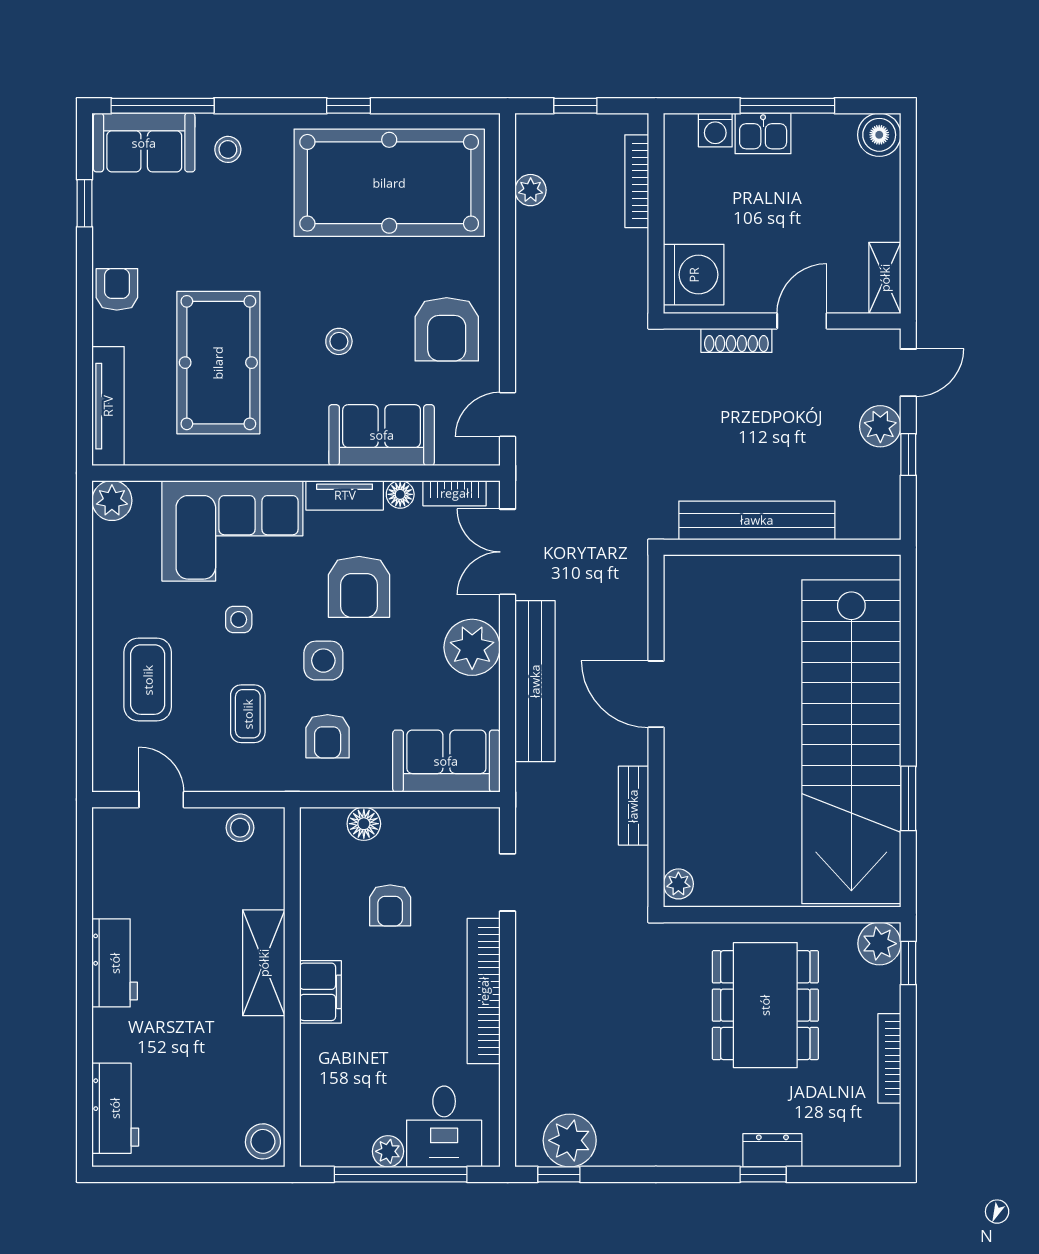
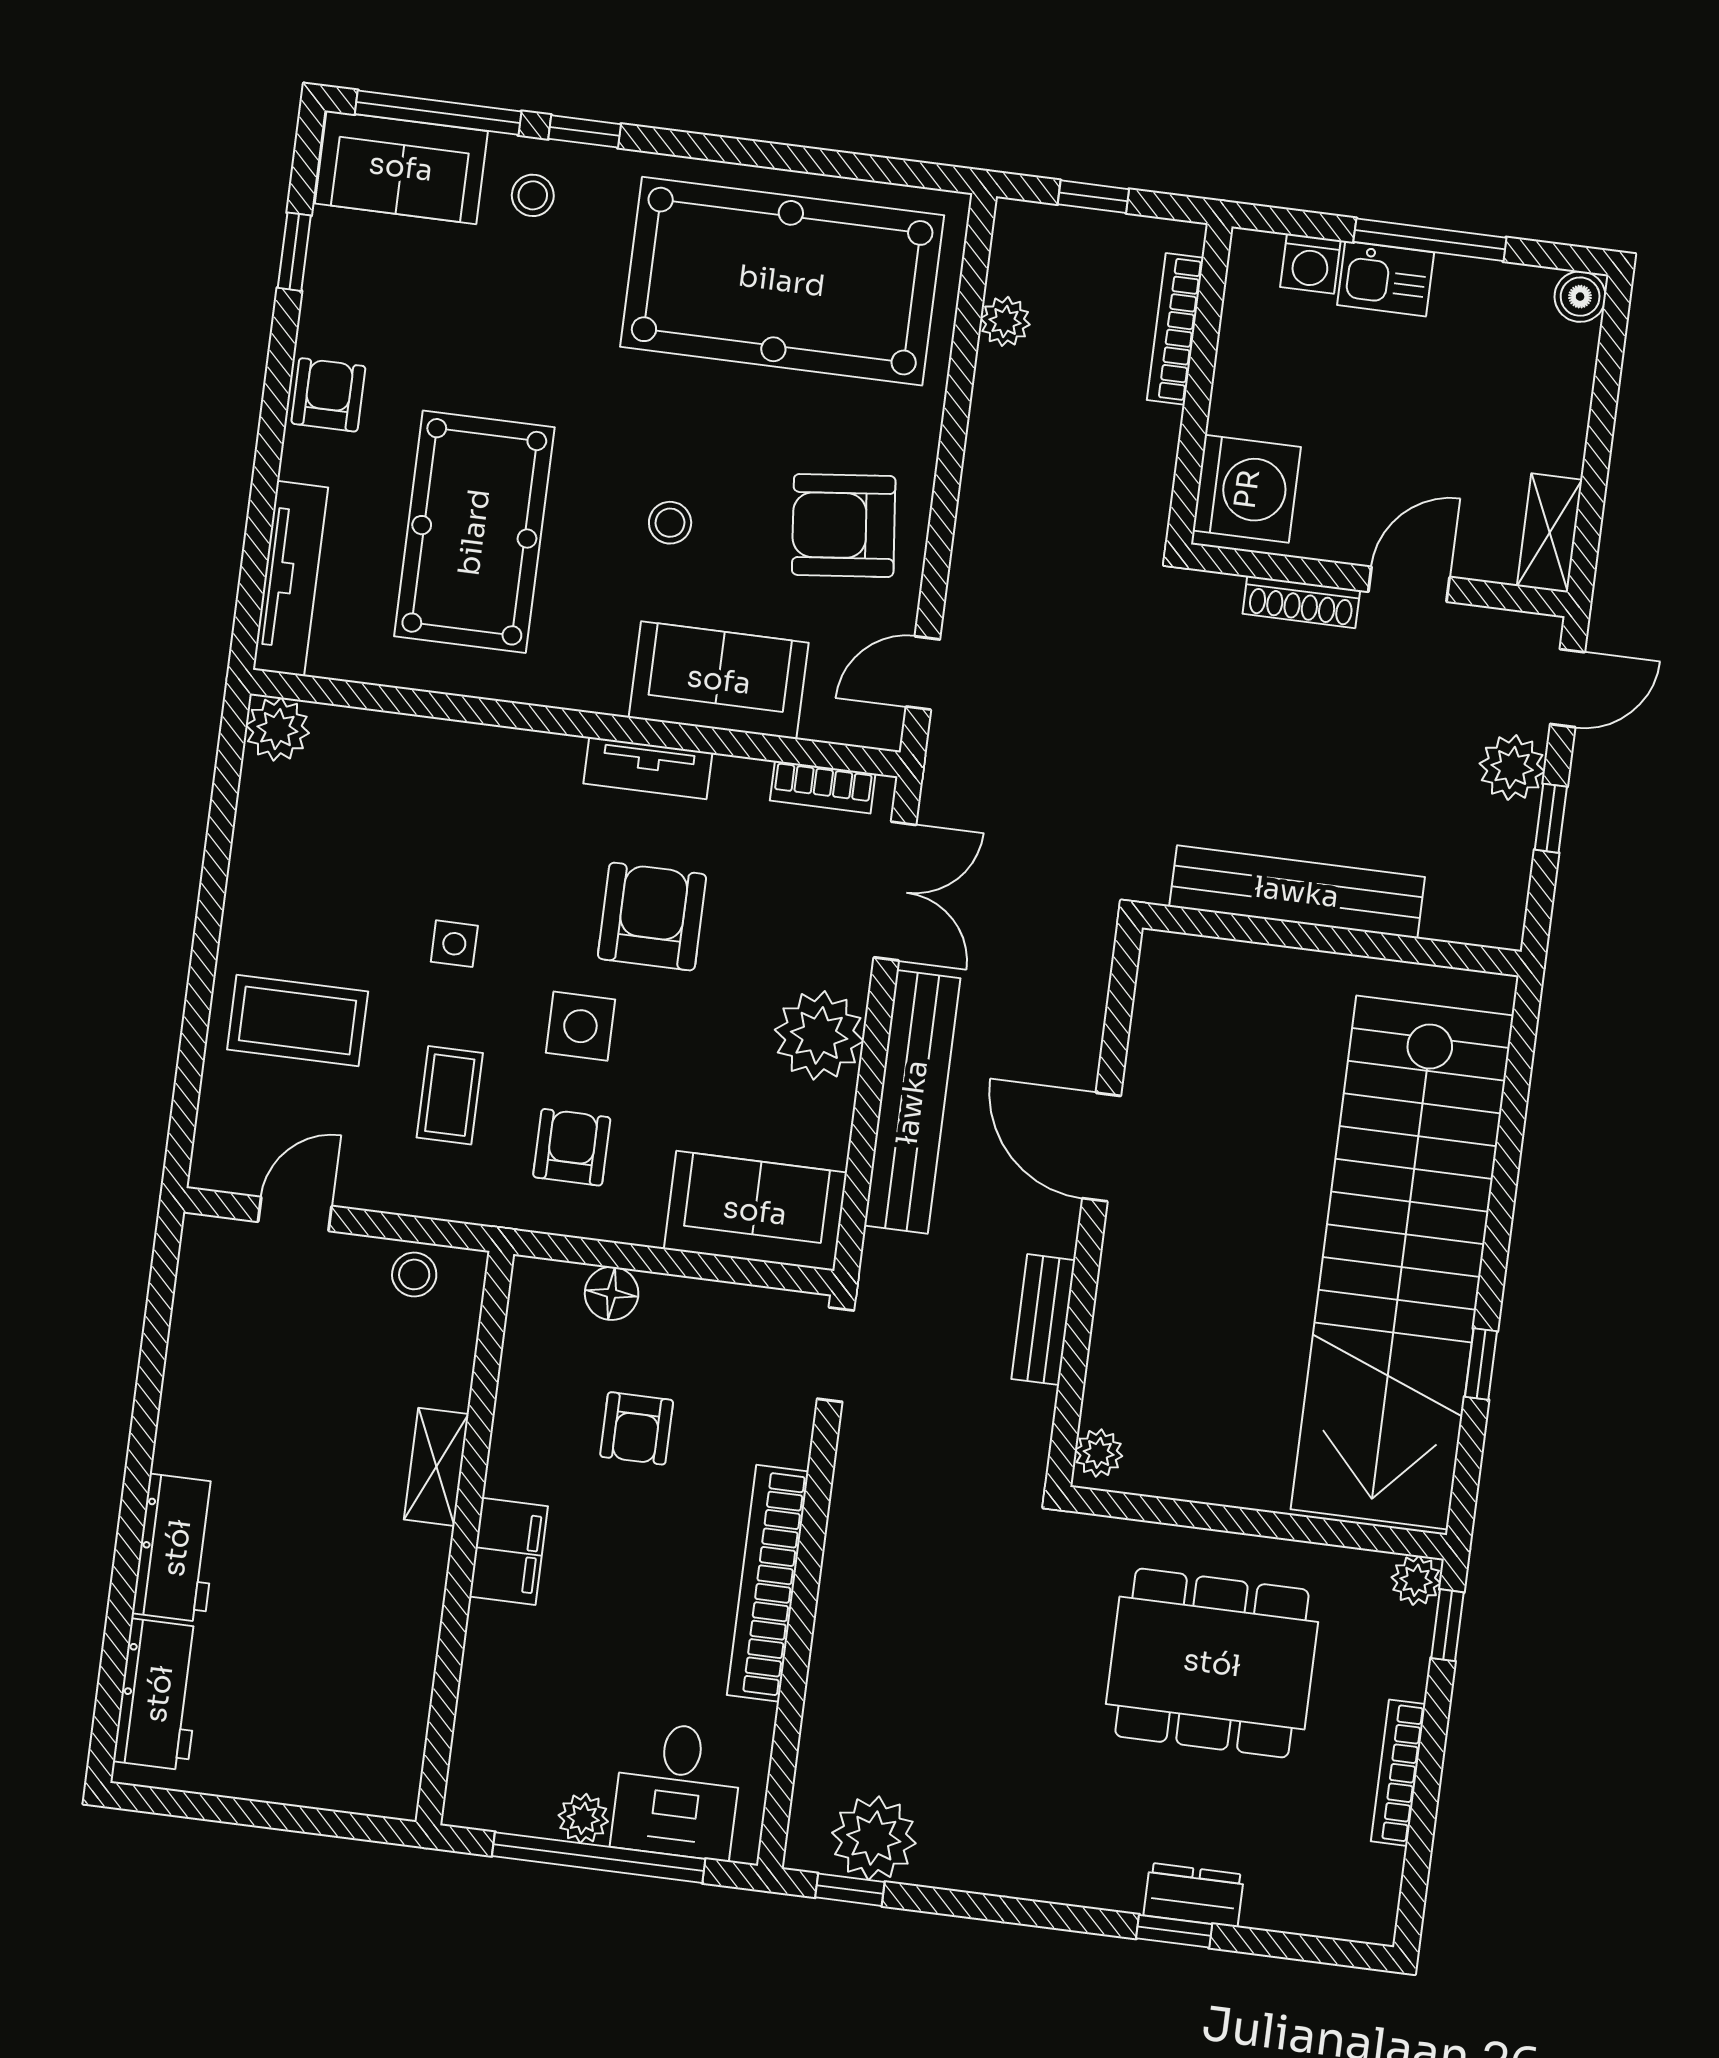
window: (349, 106) -> (585, 131), moved
boiler: (879, 135) -> (1580, 297), width x0.73, depth x0.73
armchair: (447, 329) -> (844, 525), turned 84
floor lamp: (400, 494) -> (736, 778), removed
corner sofa: (232, 531) -> (462, 802), removed
double door: (508, 552) -> (895, 891), swing flipped
armchair: (359, 587) -> (652, 917), turned 180
coffee table: (148, 680) -> (298, 1021), turned 90
armchair: (328, 736) -> (572, 1147), turned 180
window: (908, 798) -> (1481, 1364), width x0.67
door: (161, 800) -> (295, 1214), hinge flipped
doorway: (508, 882) -> (836, 1355), moved
plant: (879, 944) -> (1416, 1580), width x0.73, depth x0.73
workbench: (115, 963) -> (177, 1548), moved
shelving: (264, 963) -> (436, 1467), width x0.67, depth x0.75
dining table: (765, 1005) -> (1212, 1663), turned 90
stool: (263, 1141) -> (387, 1777), removed

